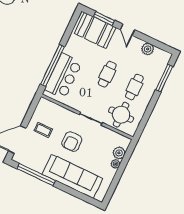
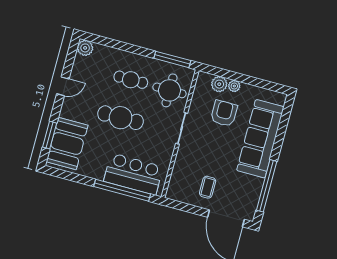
door: (128, 30) -> (63, 86), moved
plant: (148, 49) -> (85, 48), moved
cafe table: (107, 74) -> (121, 118), width x1.37, depth x1.35
window: (164, 78) -> (172, 59), moved
armchair: (72, 142) -> (224, 113), moved, turned -90

